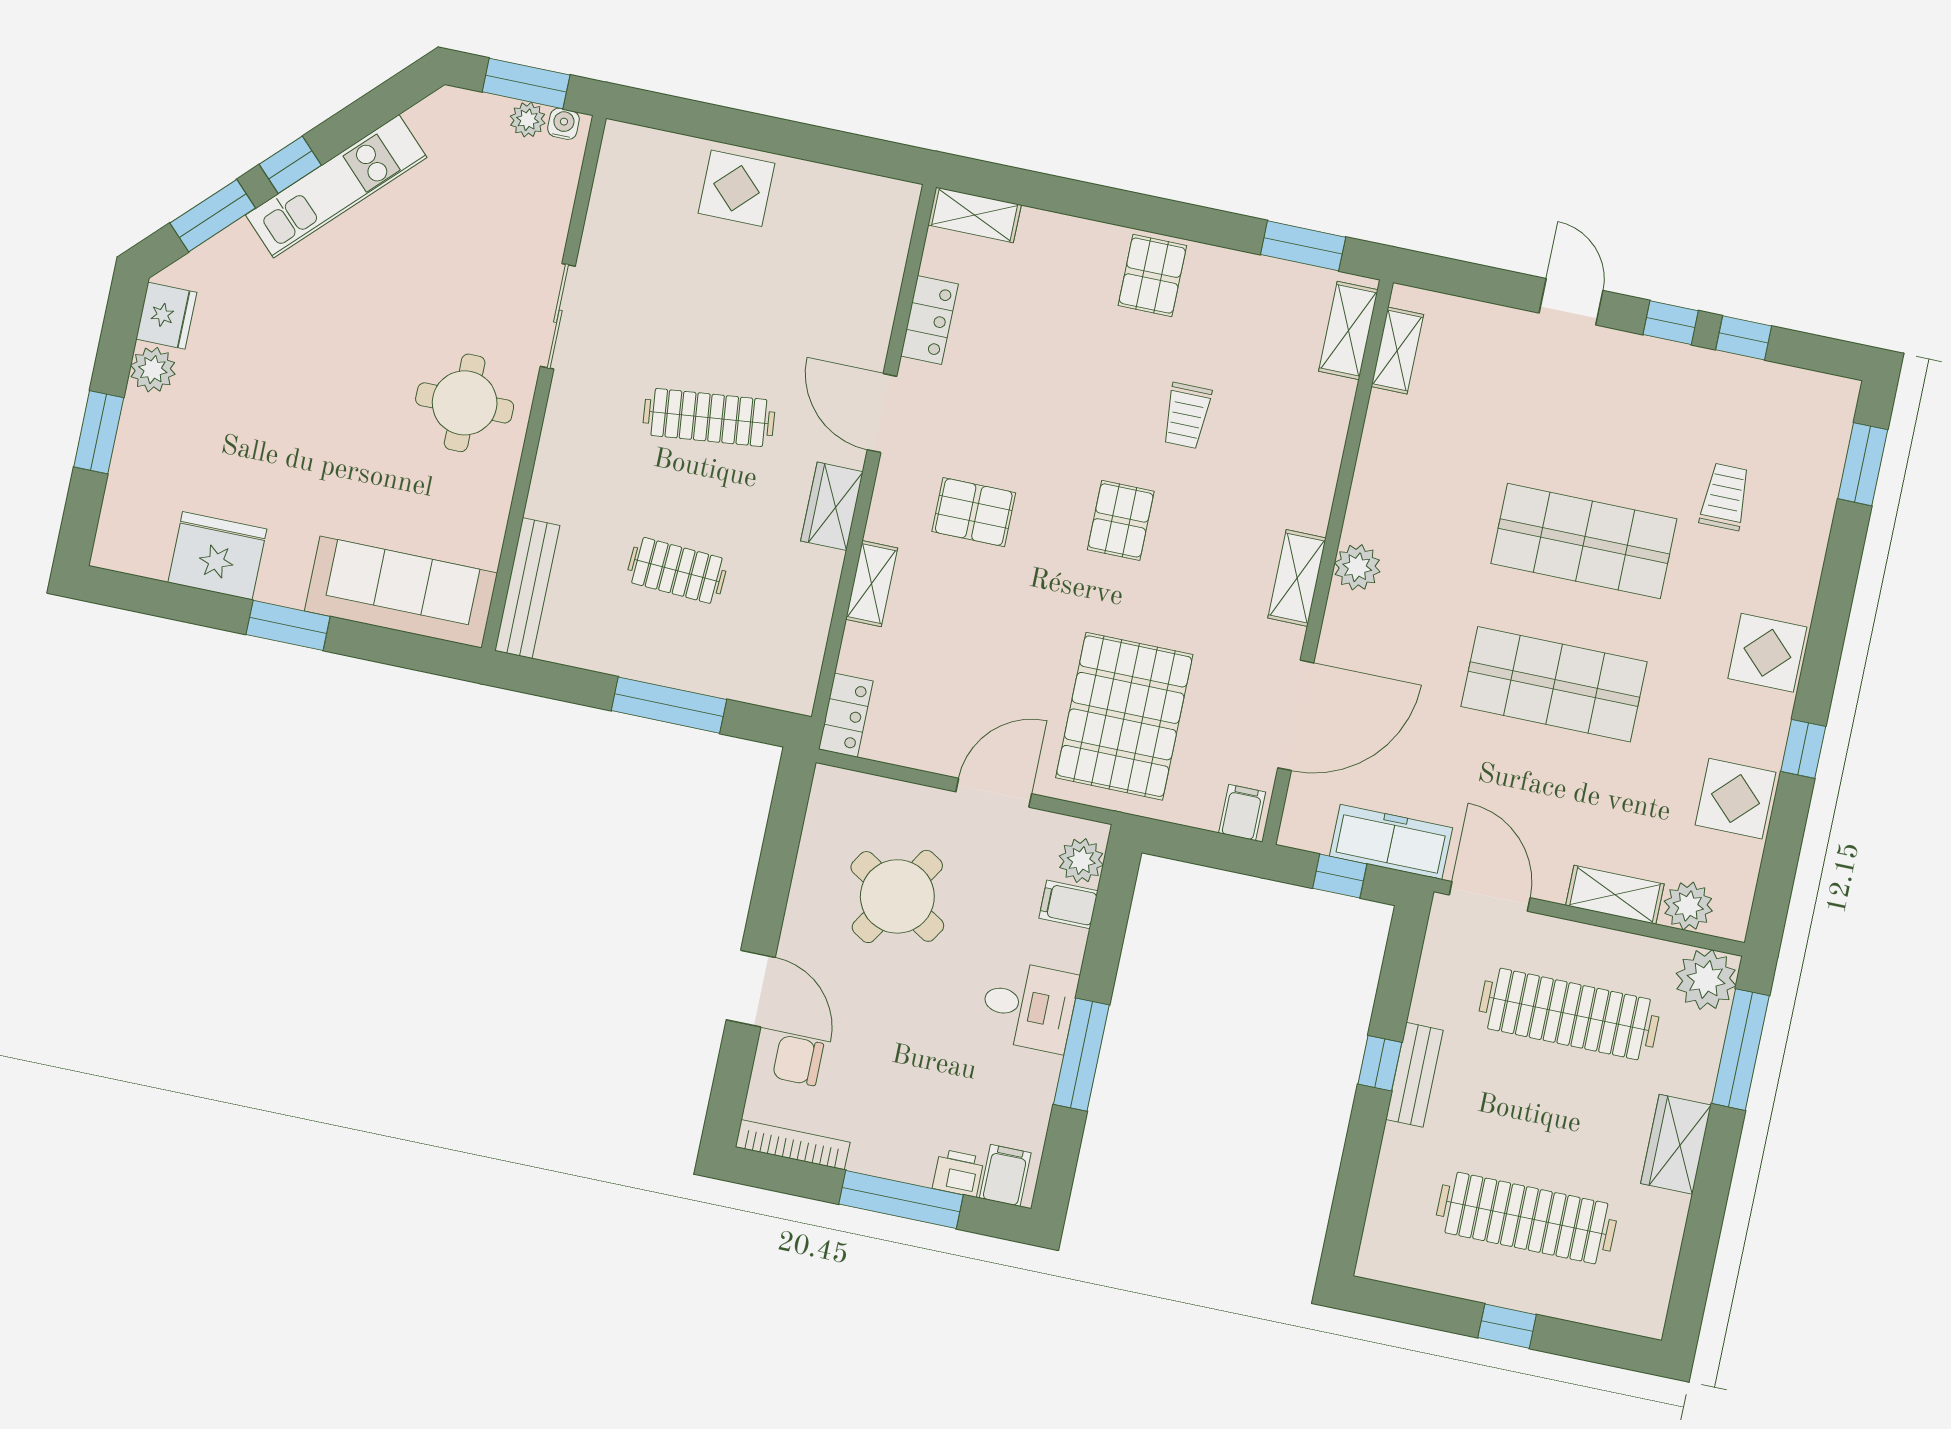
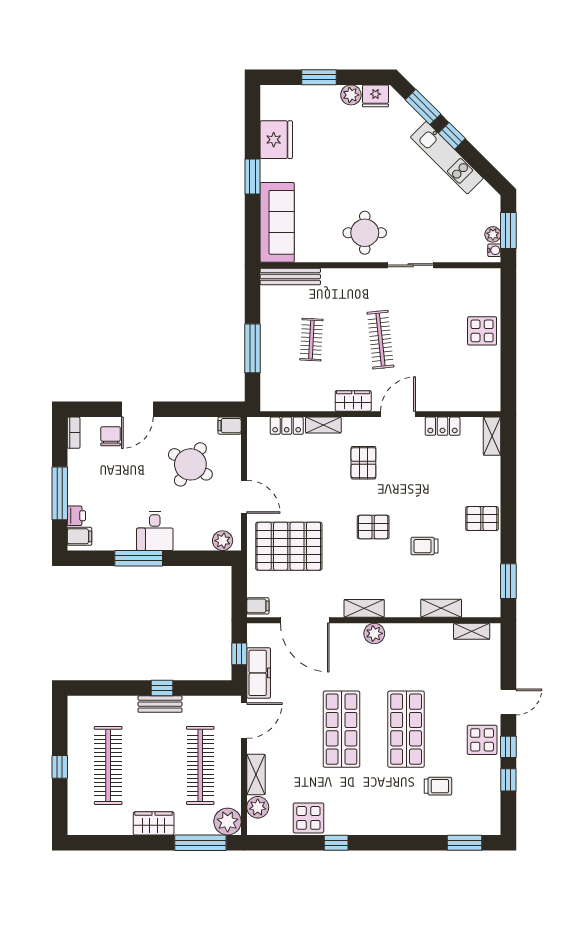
shelving: (1348, 330) -> (441, 608), moved
display table: (1767, 653) -> (482, 740), moved
locker: (846, 715) -> (287, 426), moved
filing cabinet: (1068, 904) -> (230, 426), moved, turned -90
bookcase: (793, 1145) -> (74, 433), width x0.64

